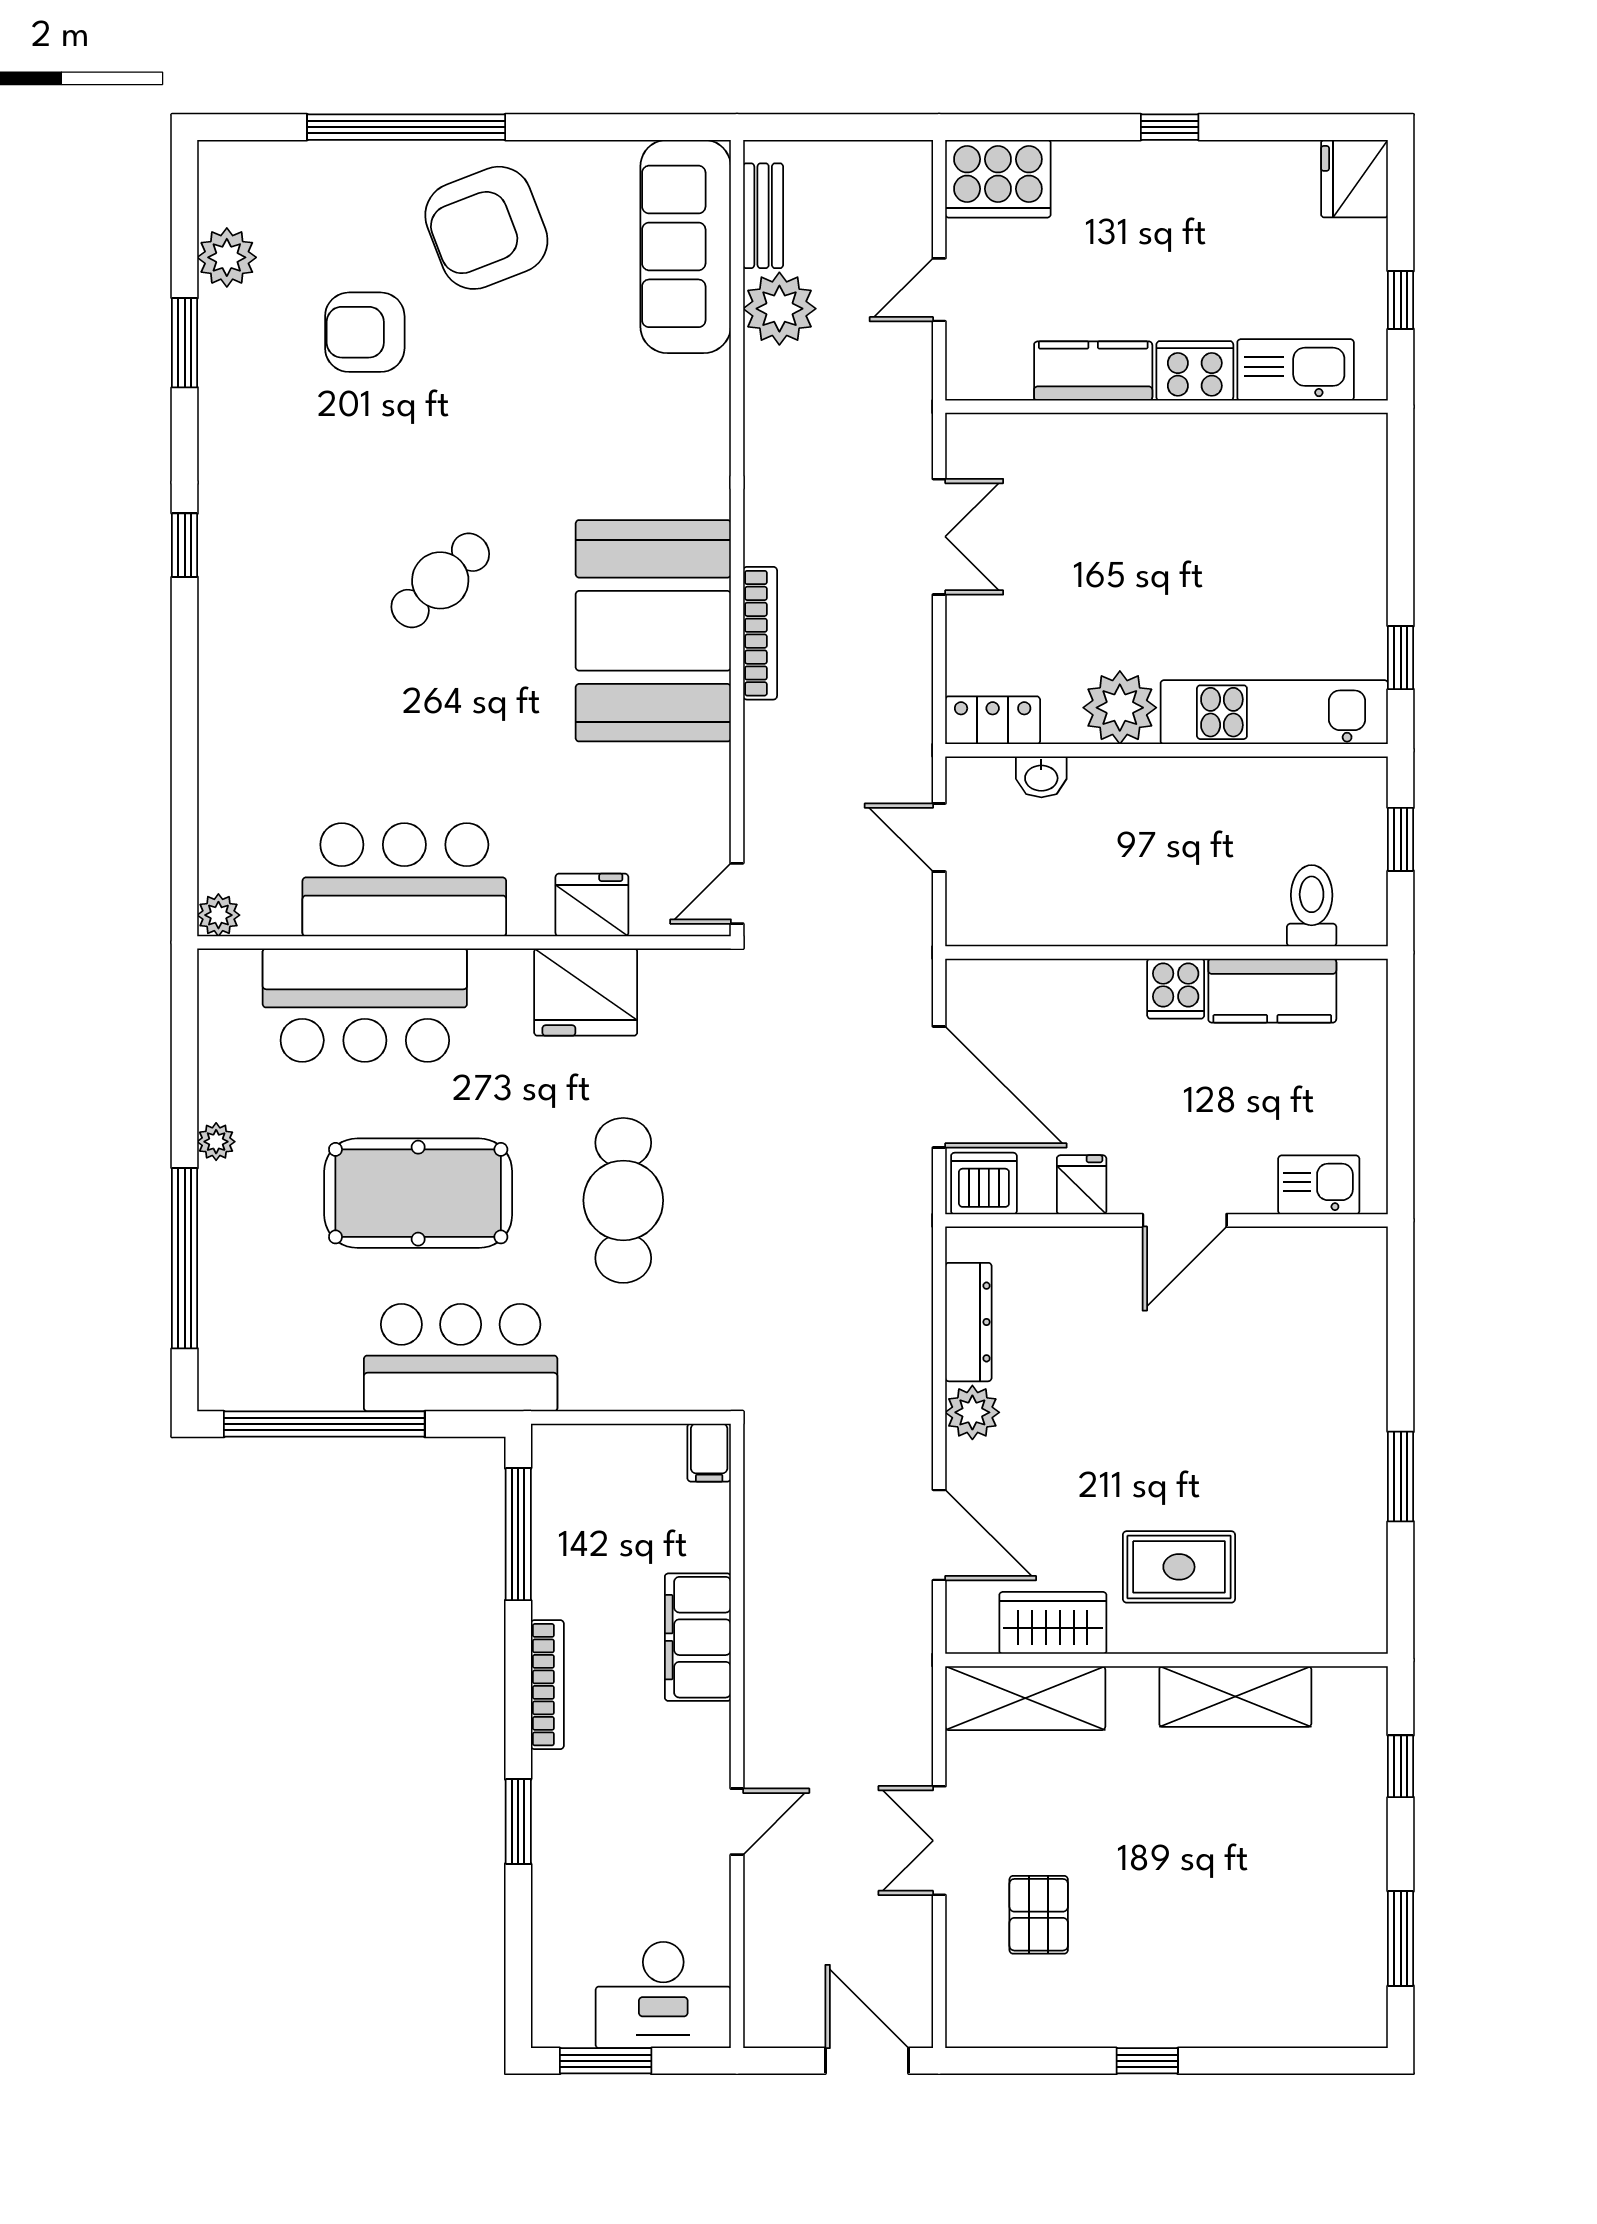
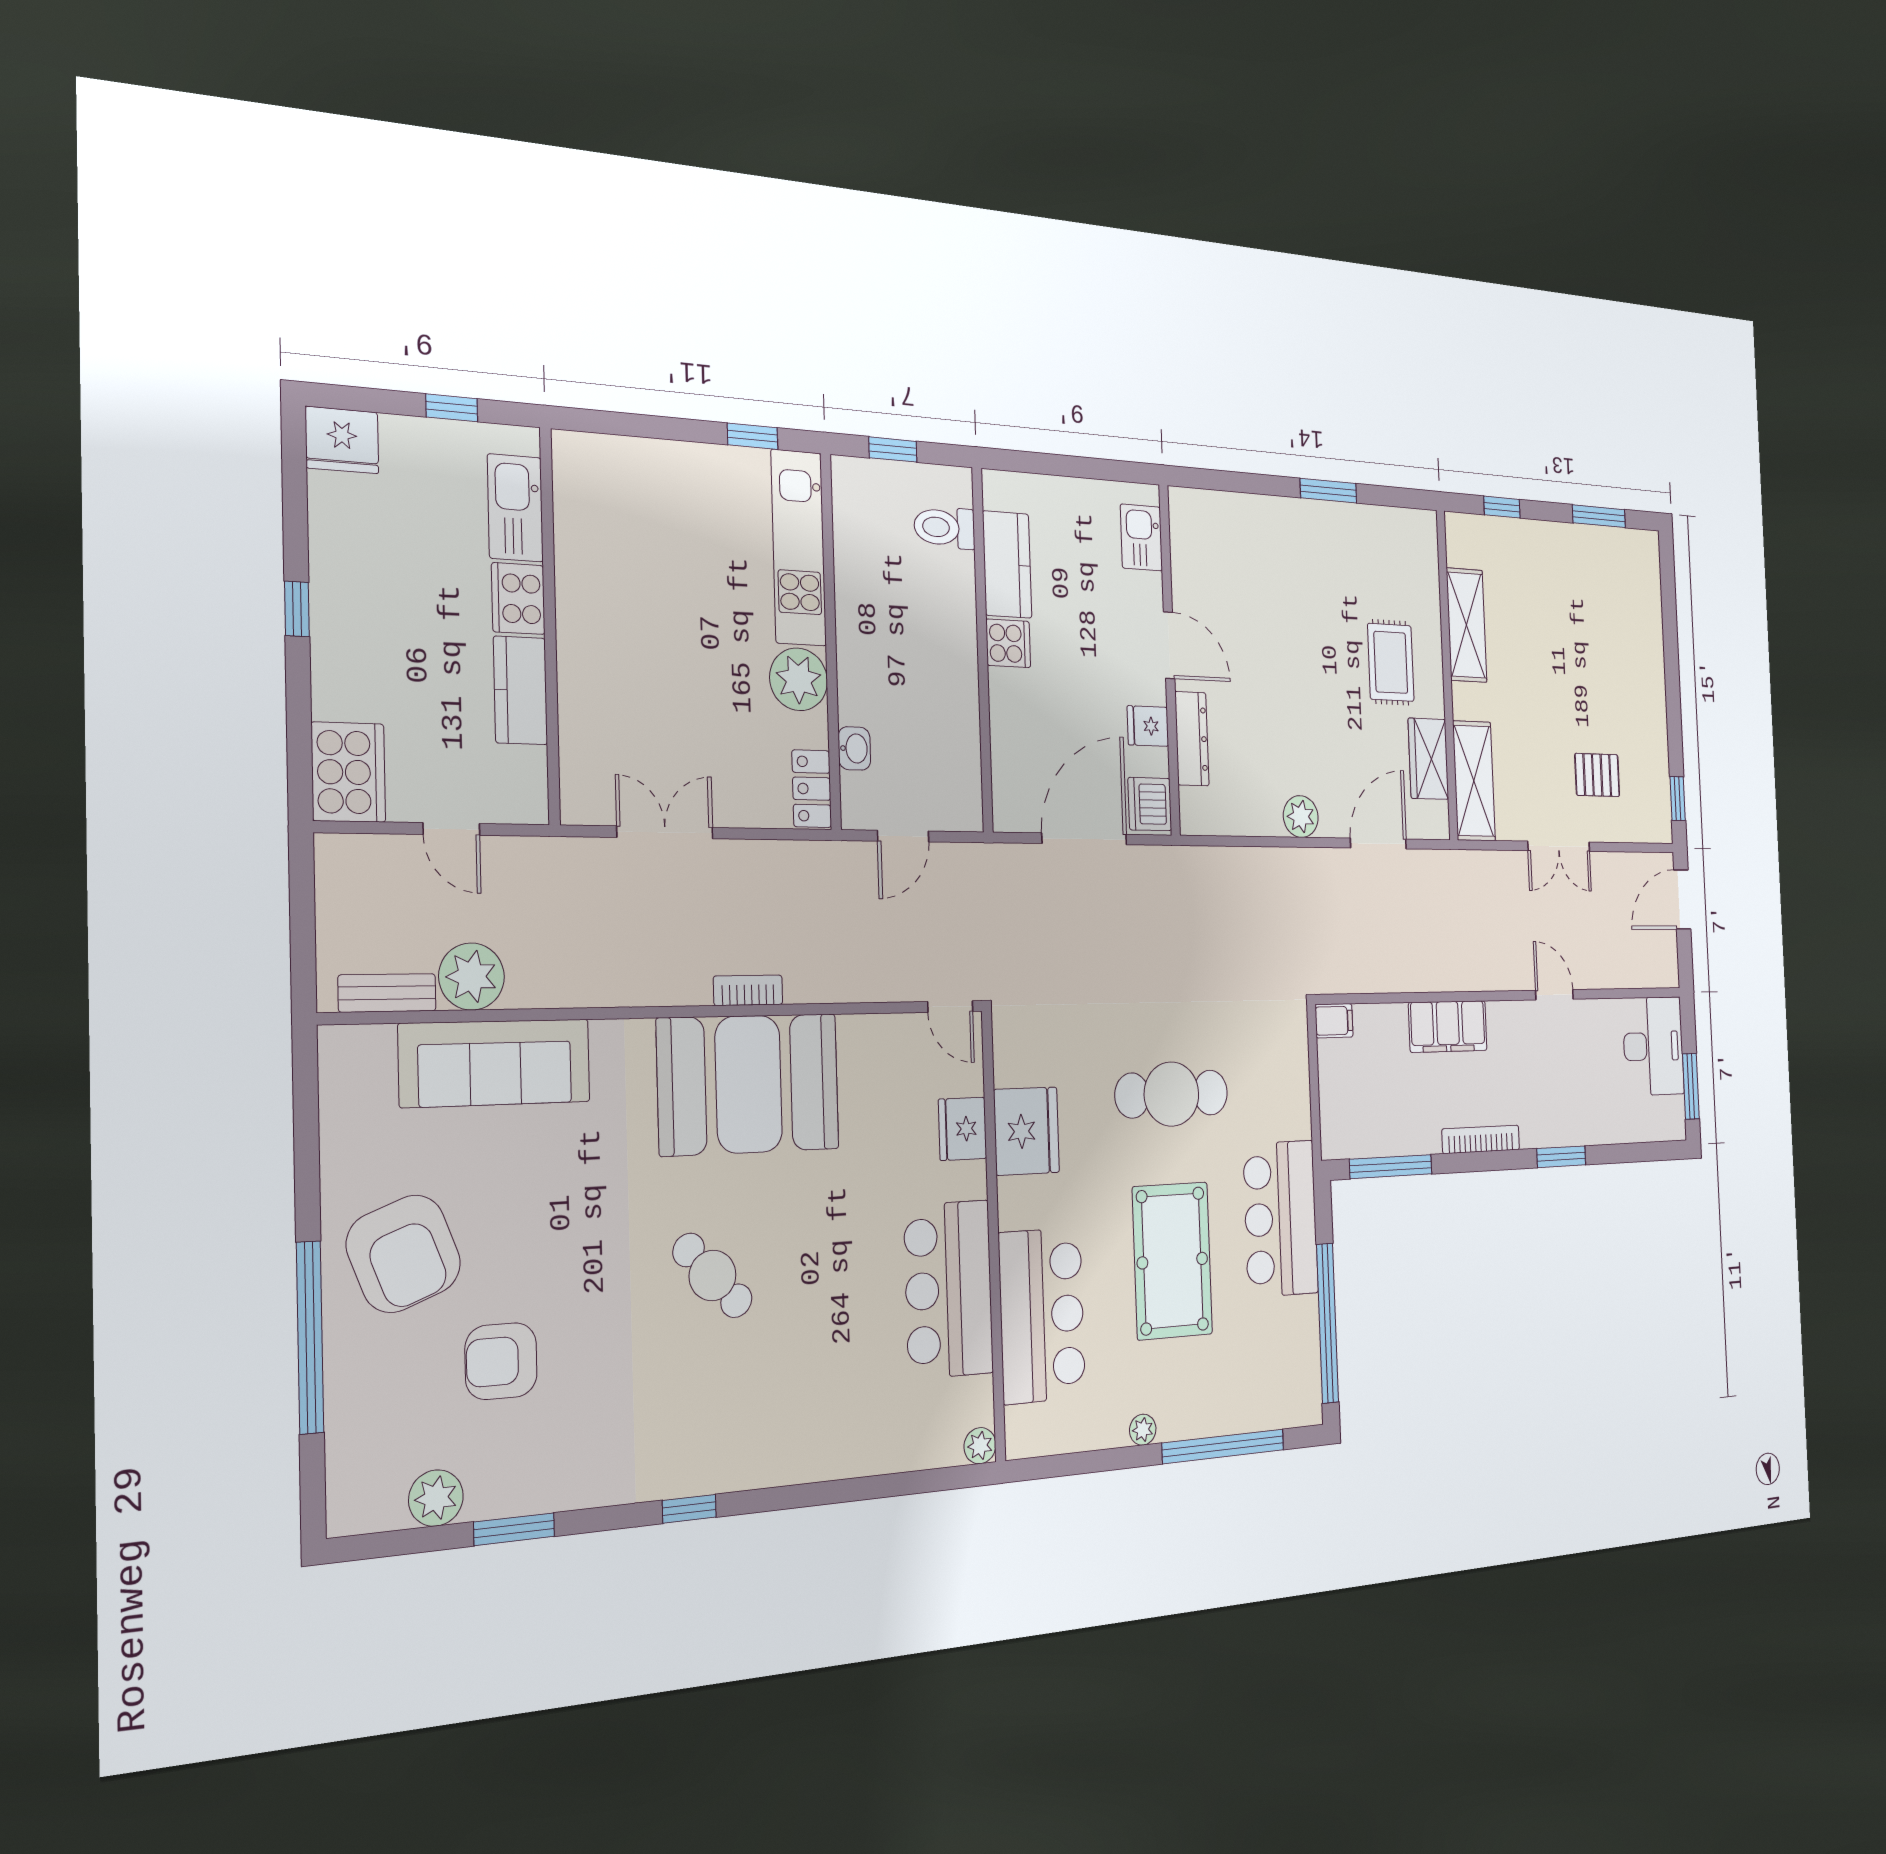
sofa: (686, 246) -> (495, 1063), moved
armchair: (365, 332) -> (501, 1361), turned 90
bookcase: (760, 633) -> (748, 990), width x0.64
dresser: (968, 1322) -> (1192, 739), moved, turned 90
window: (1147, 2061) -> (1678, 799), moved

